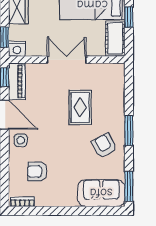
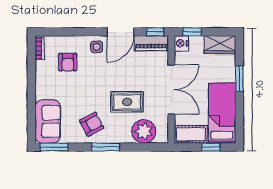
double door: (67, 60) -> (171, 89), width x1.37
plant: (112, 89) -> (144, 131), added
armchair: (37, 171) -> (68, 62), turned 180

